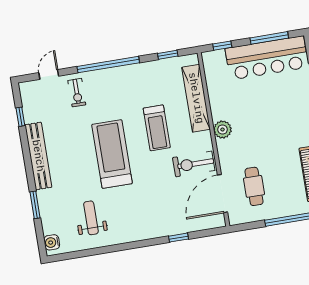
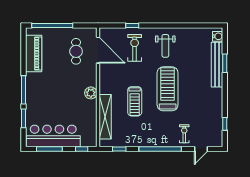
treadmill: (157, 128) -> (135, 101), turned 180
treadmill: (112, 154) -> (168, 89), turned 180
bench: (38, 156) -> (217, 65), moved
exercise bike: (194, 164) -> (135, 48), moved, turned -90
door: (222, 194) -> (98, 50), hinge flipped
weight bench: (91, 218) -> (165, 46), moved

